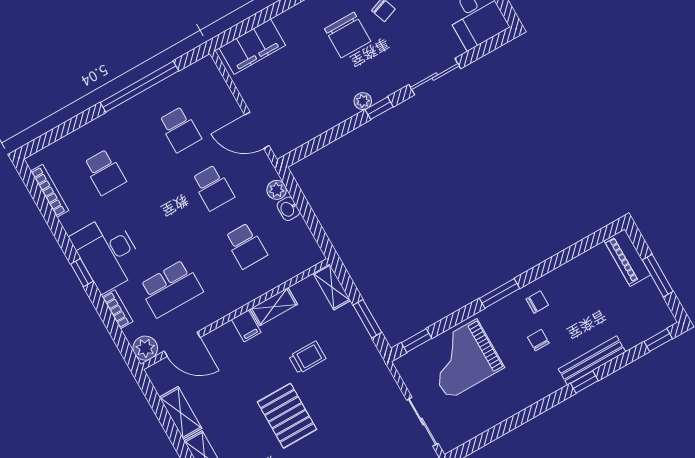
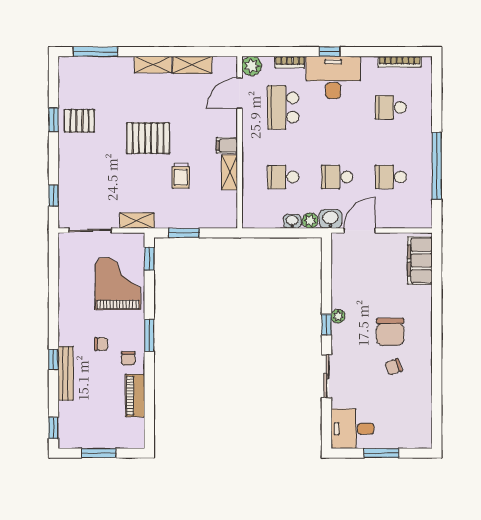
chair: (348, 35) -> (390, 332), turned -90
washbasin: (262, 169) -> (331, 219), added
piano: (627, 258) -> (135, 396), moved, turned -90
shelving: (332, 287) -> (137, 221), moved

